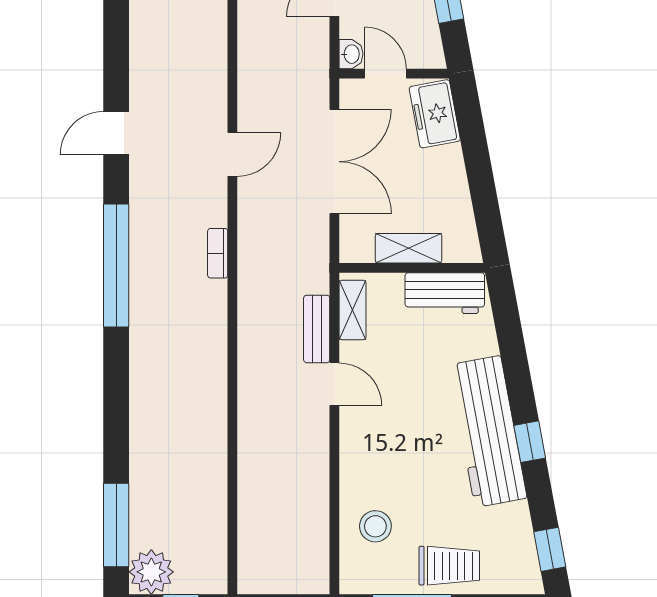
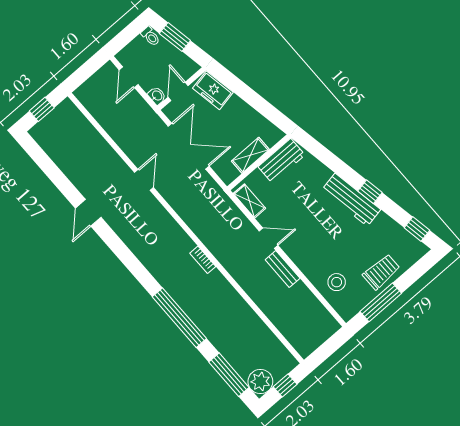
door: (386, 74) -> (178, 91), hinge flipped
bookcase: (218, 253) -> (203, 260), moved
window: (116, 266) -> (179, 318), moved
bench: (317, 329) -> (283, 269), moved
workbench: (488, 431) -> (351, 200), width x0.73, depth x0.76

